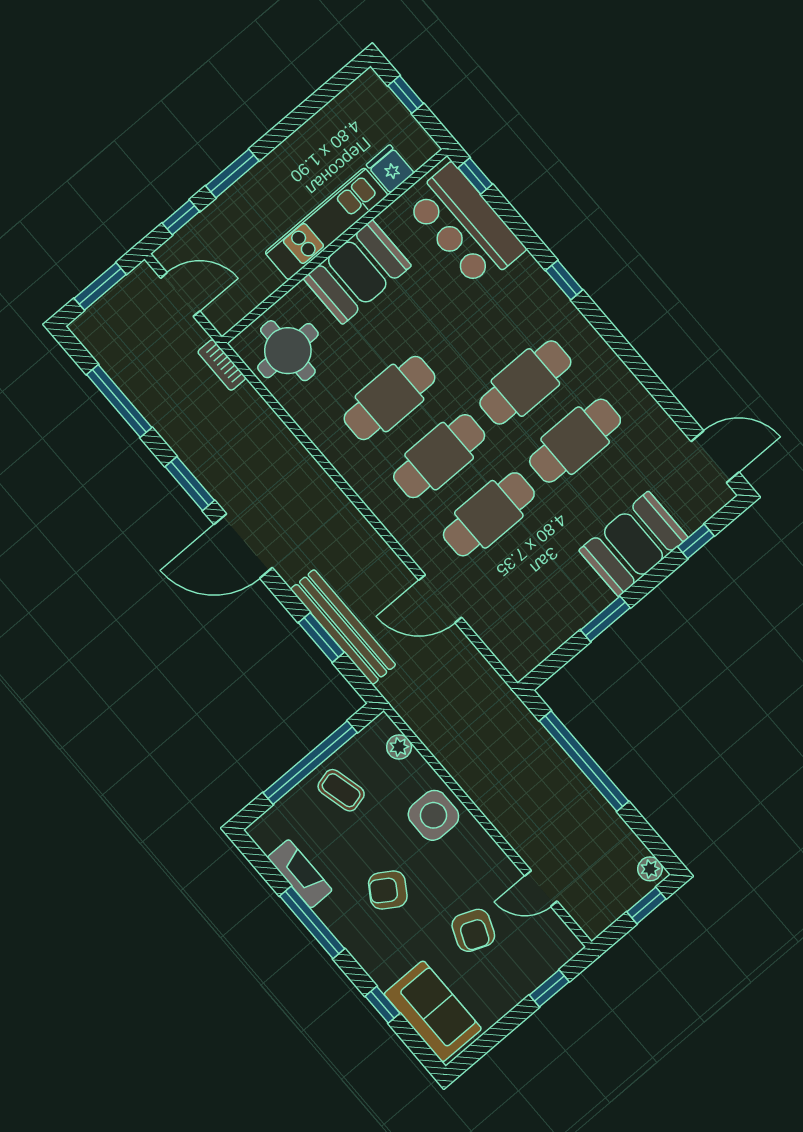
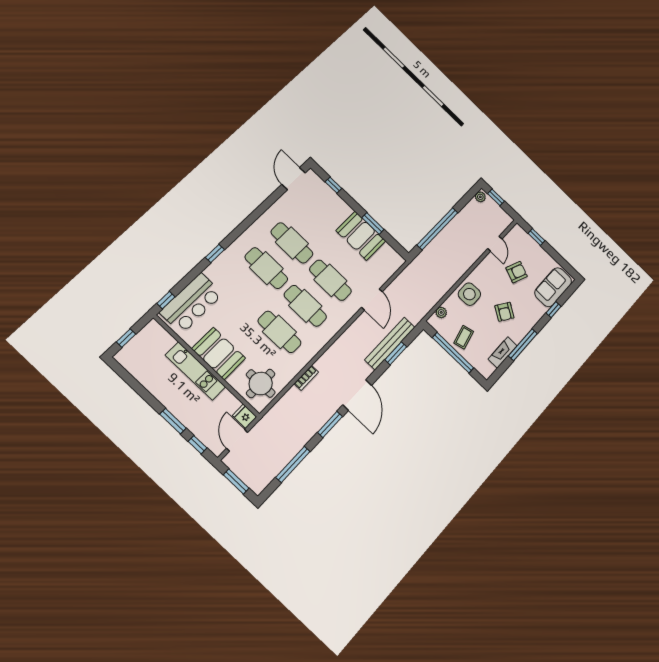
fridge: (390, 169) -> (245, 416), moved, turned 90
bookcase: (222, 365) -> (306, 378), moved
booth: (633, 544) -> (361, 236), moved

